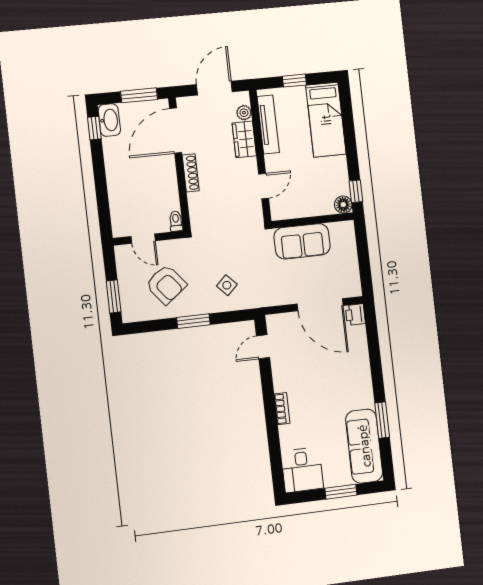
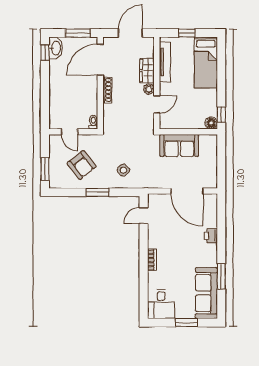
plant: (244, 113) -> (149, 89), moved
printer: (355, 315) -> (211, 236), moved

